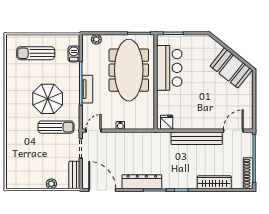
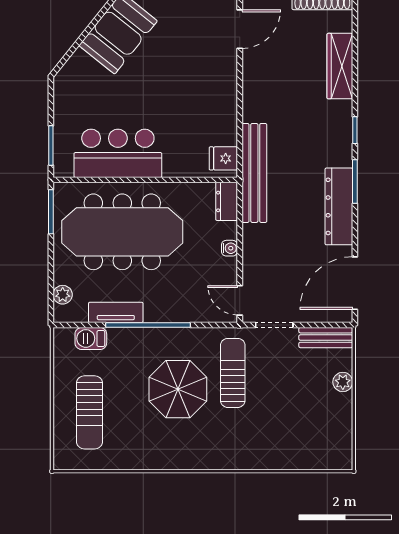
tv unit: (87, 89) -> (116, 312), moved
dresser: (144, 124) -> (227, 201), added
door: (233, 131) -> (240, 29), swing flipped
bench: (197, 138) -> (254, 173), moved

